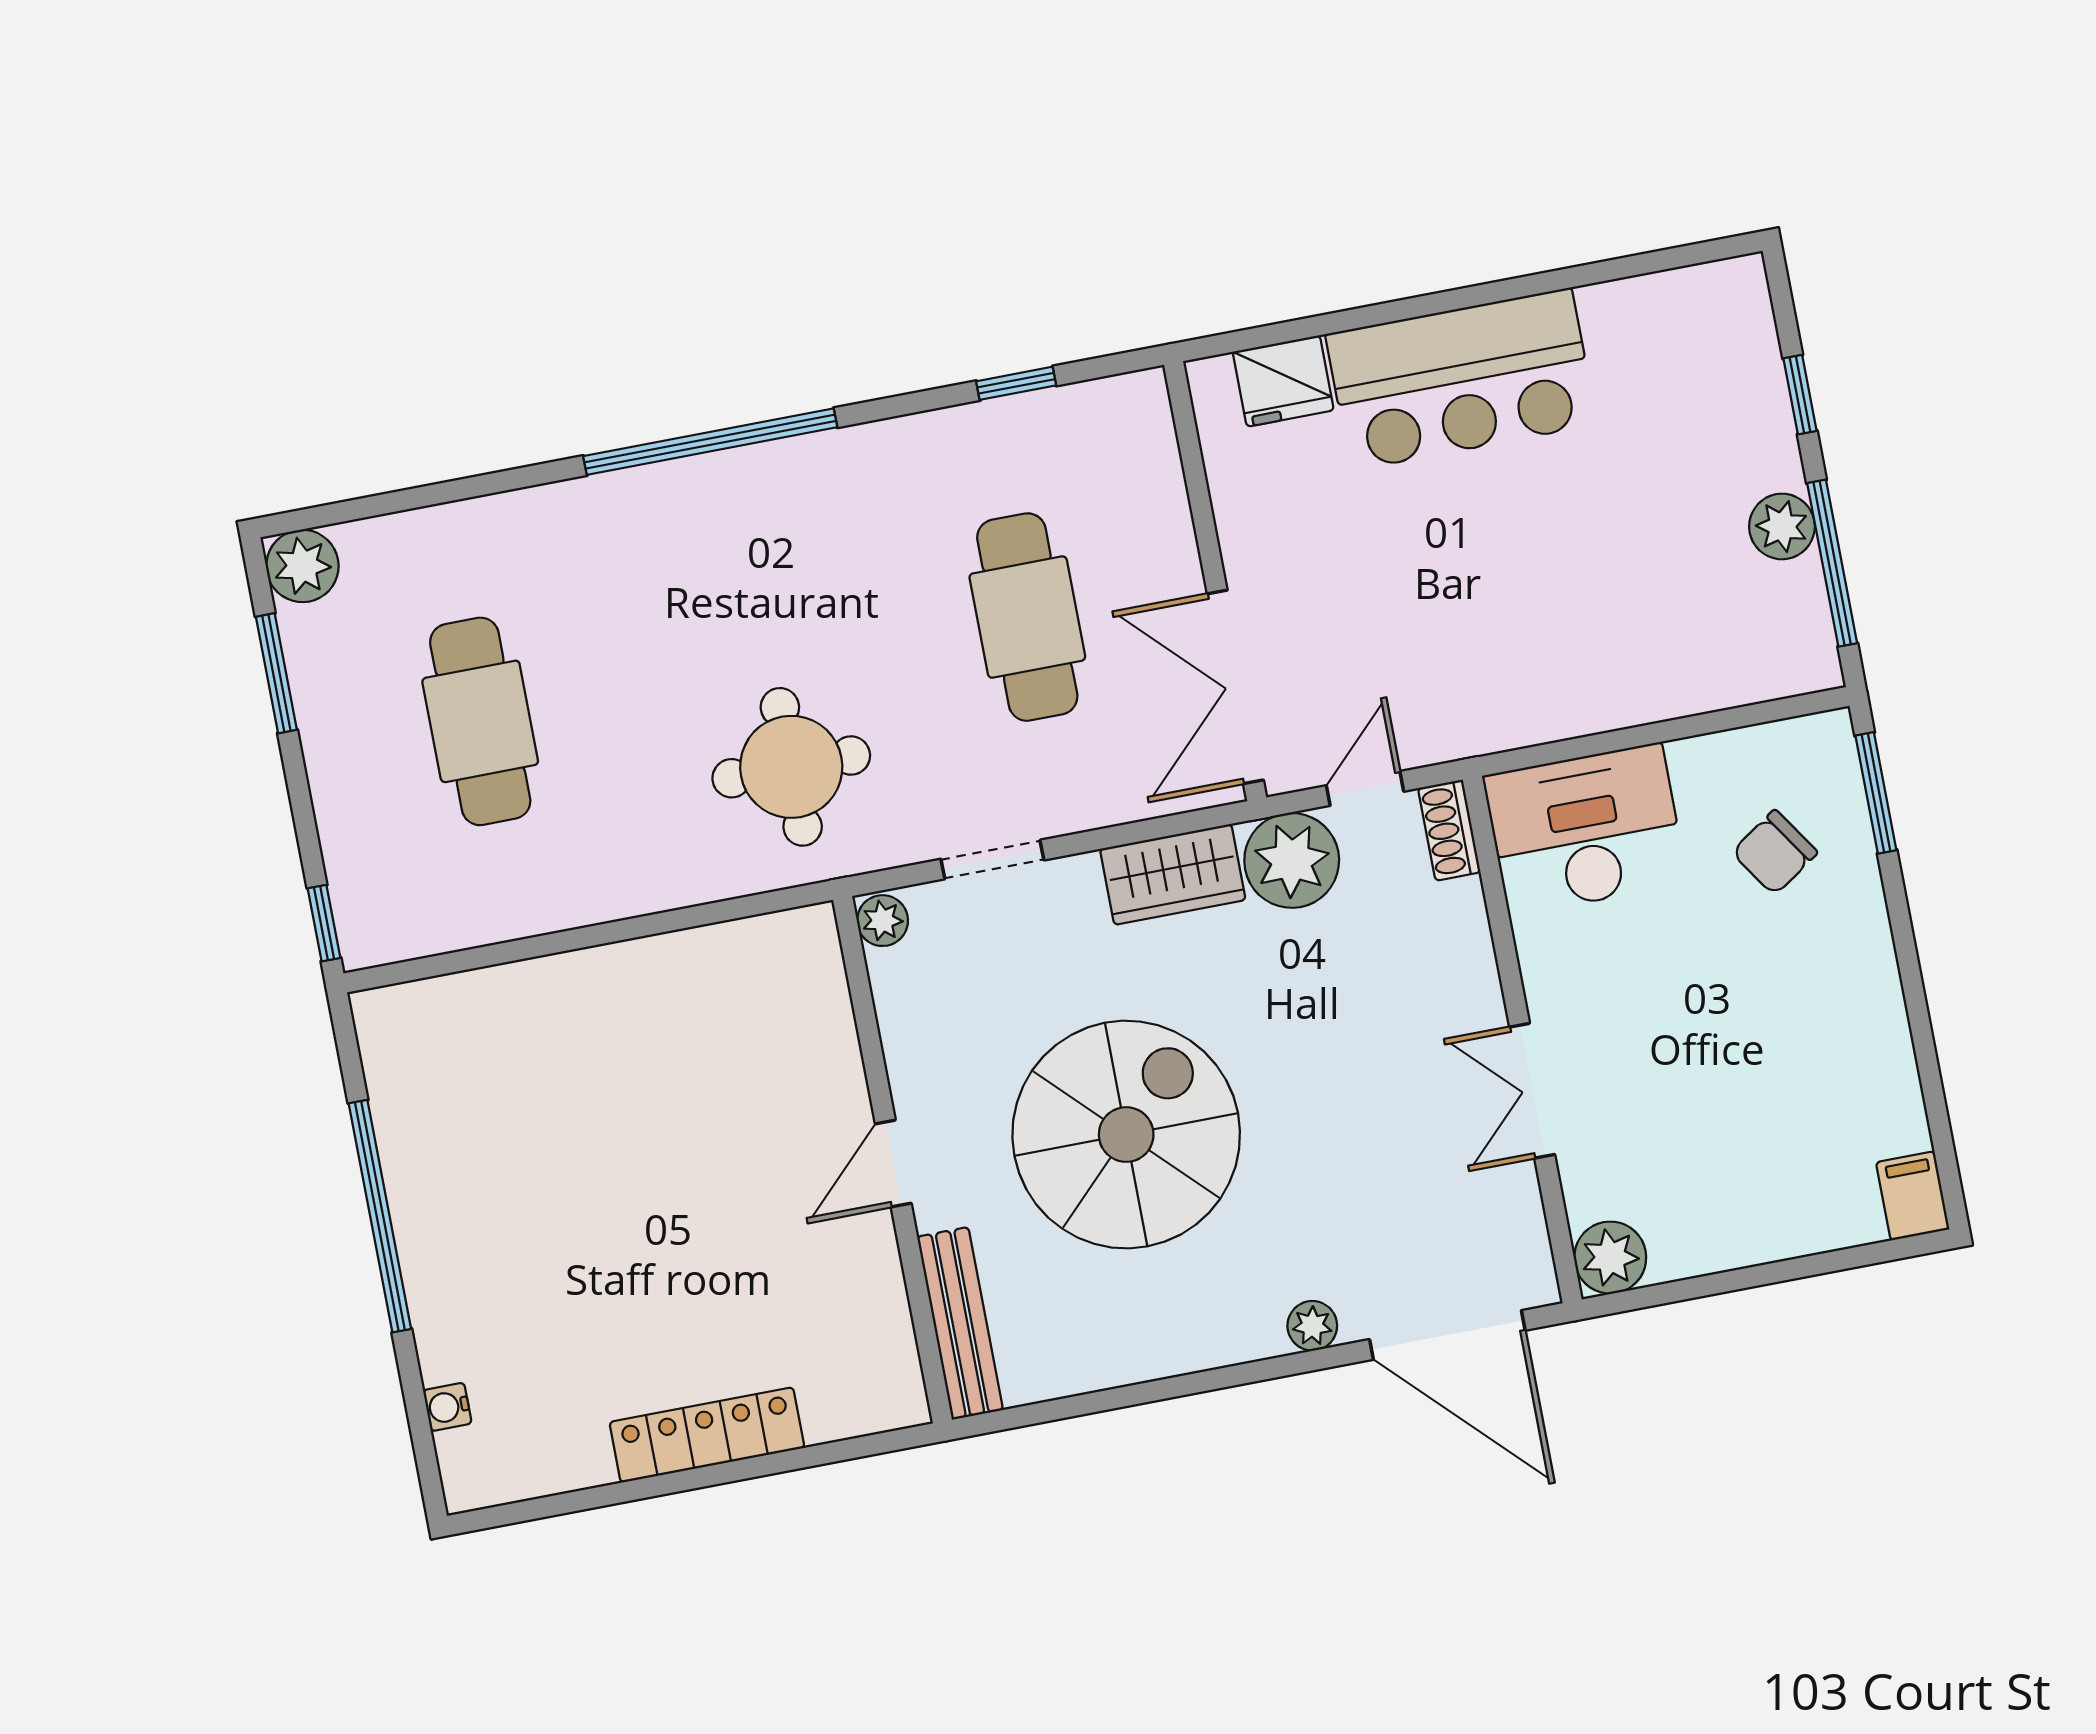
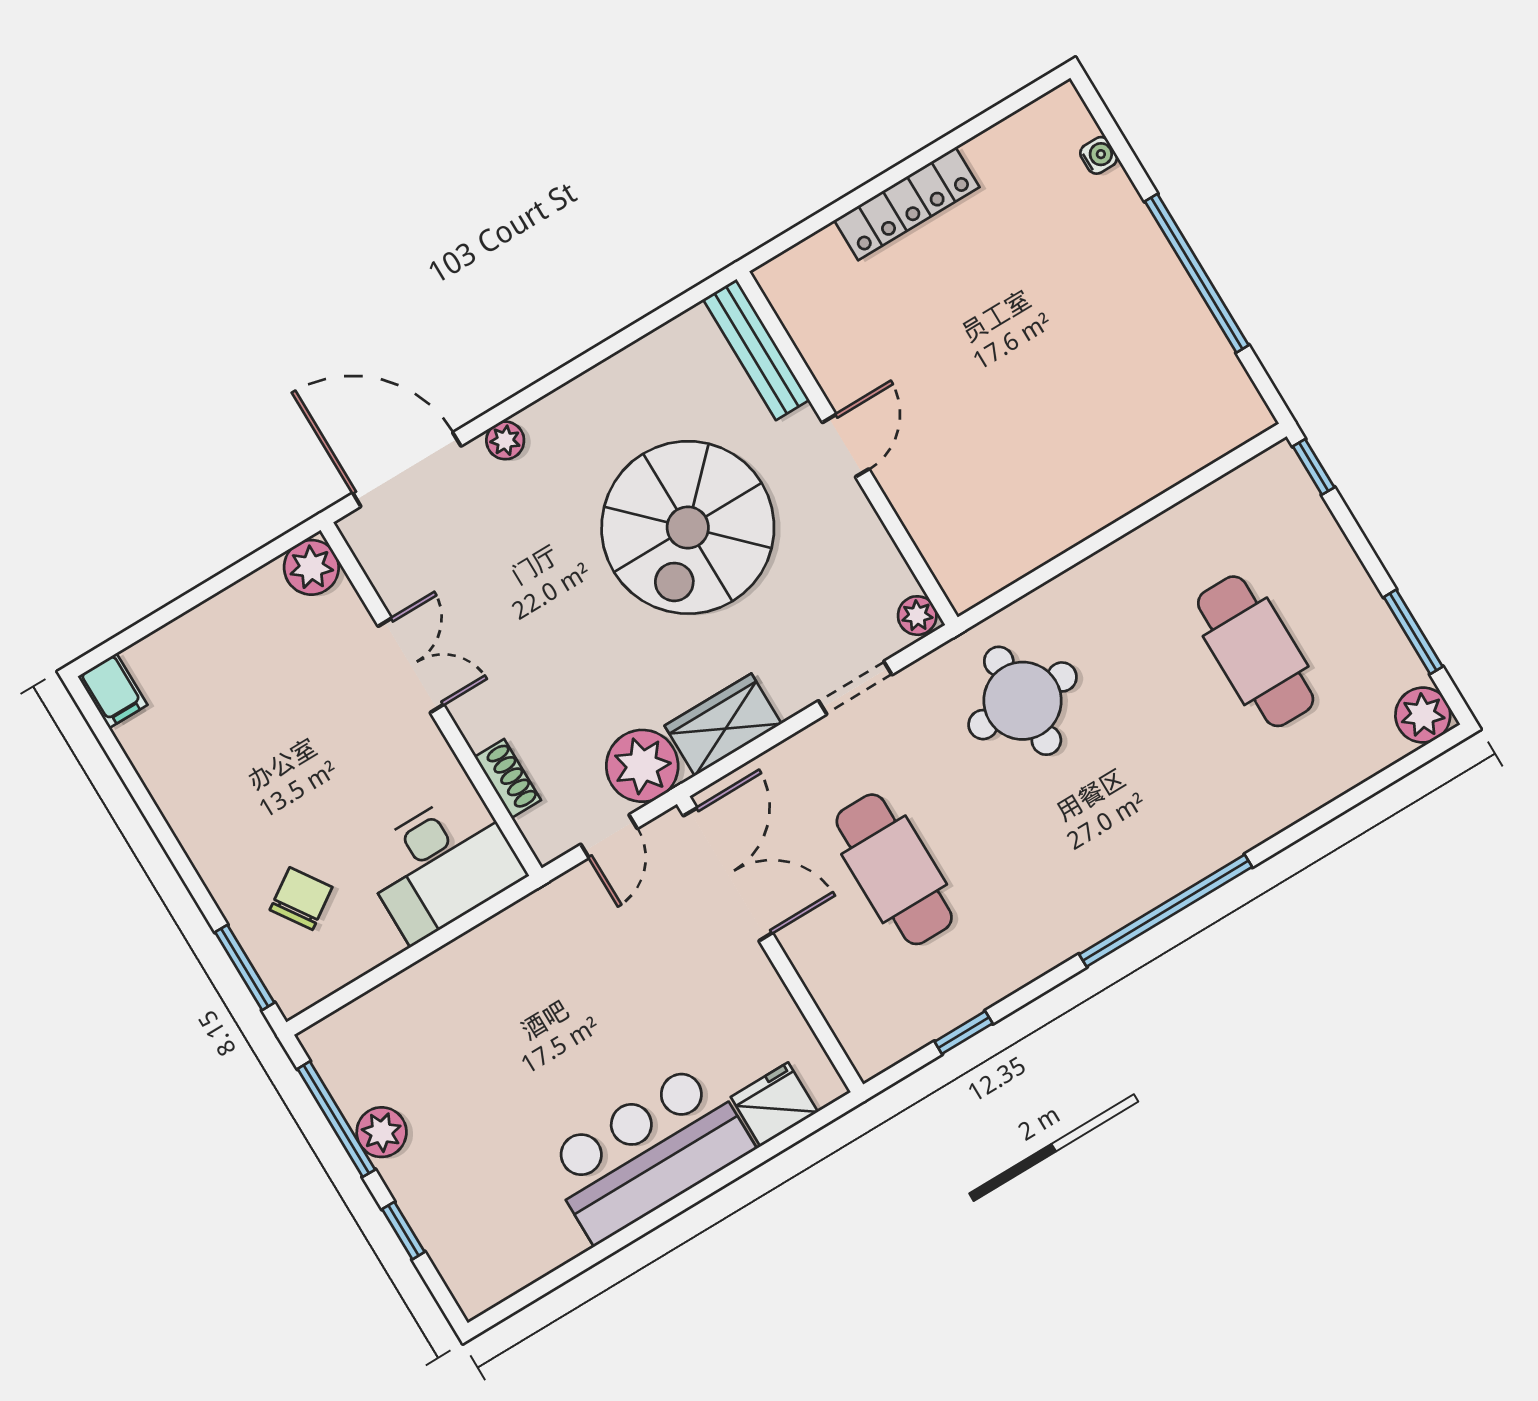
shoe rack: (1449, 830) -> (508, 778), moved

